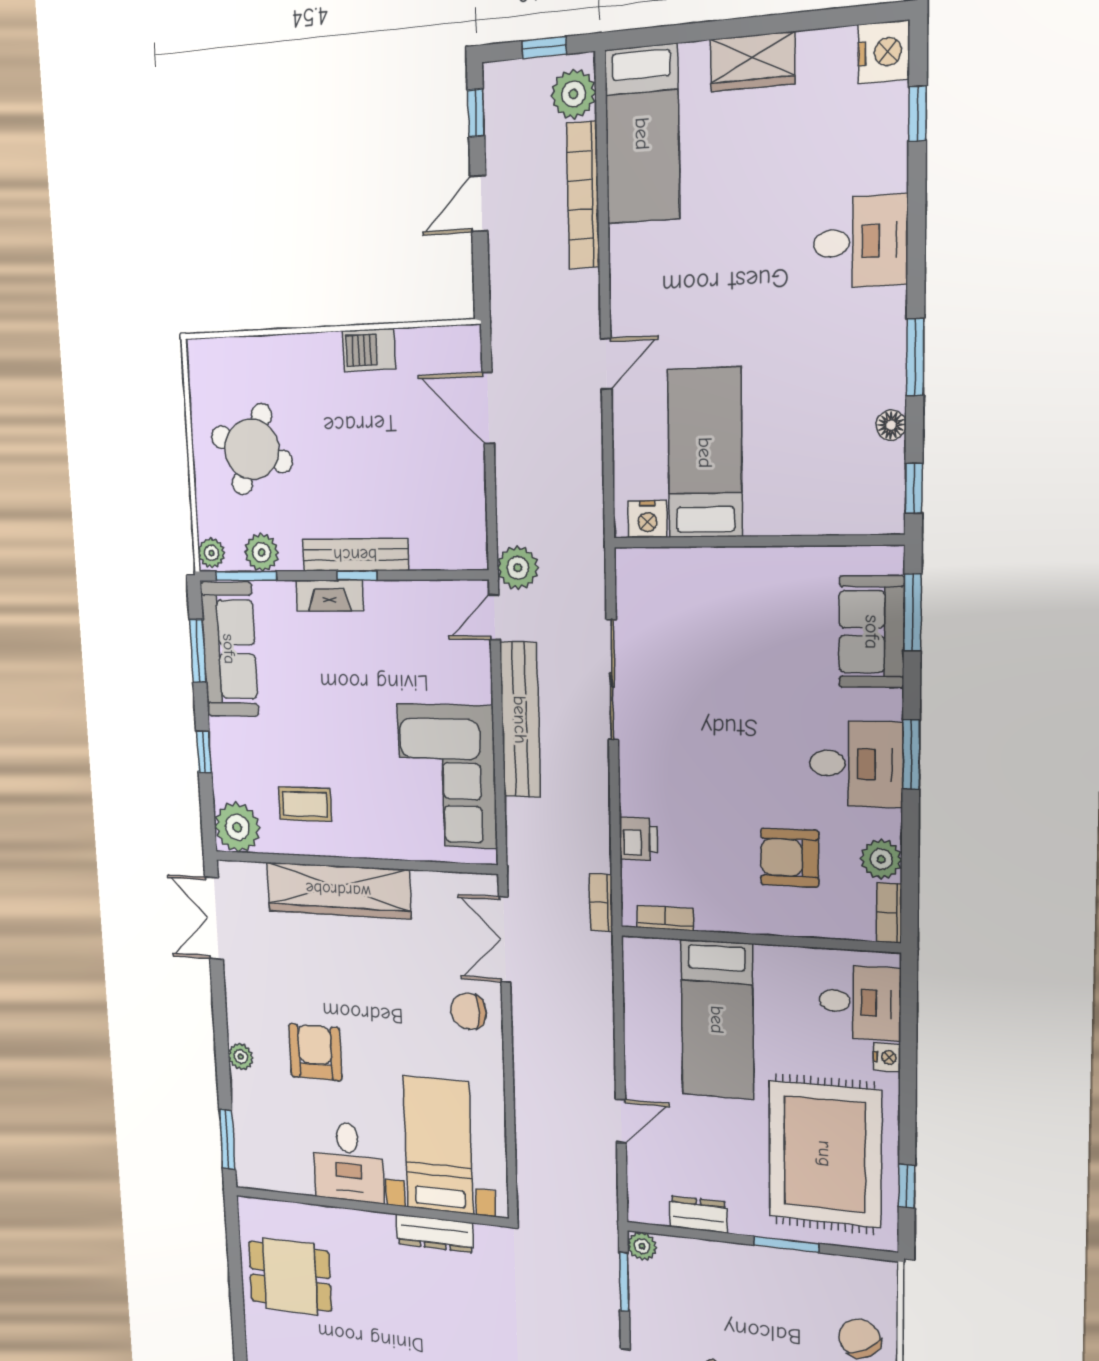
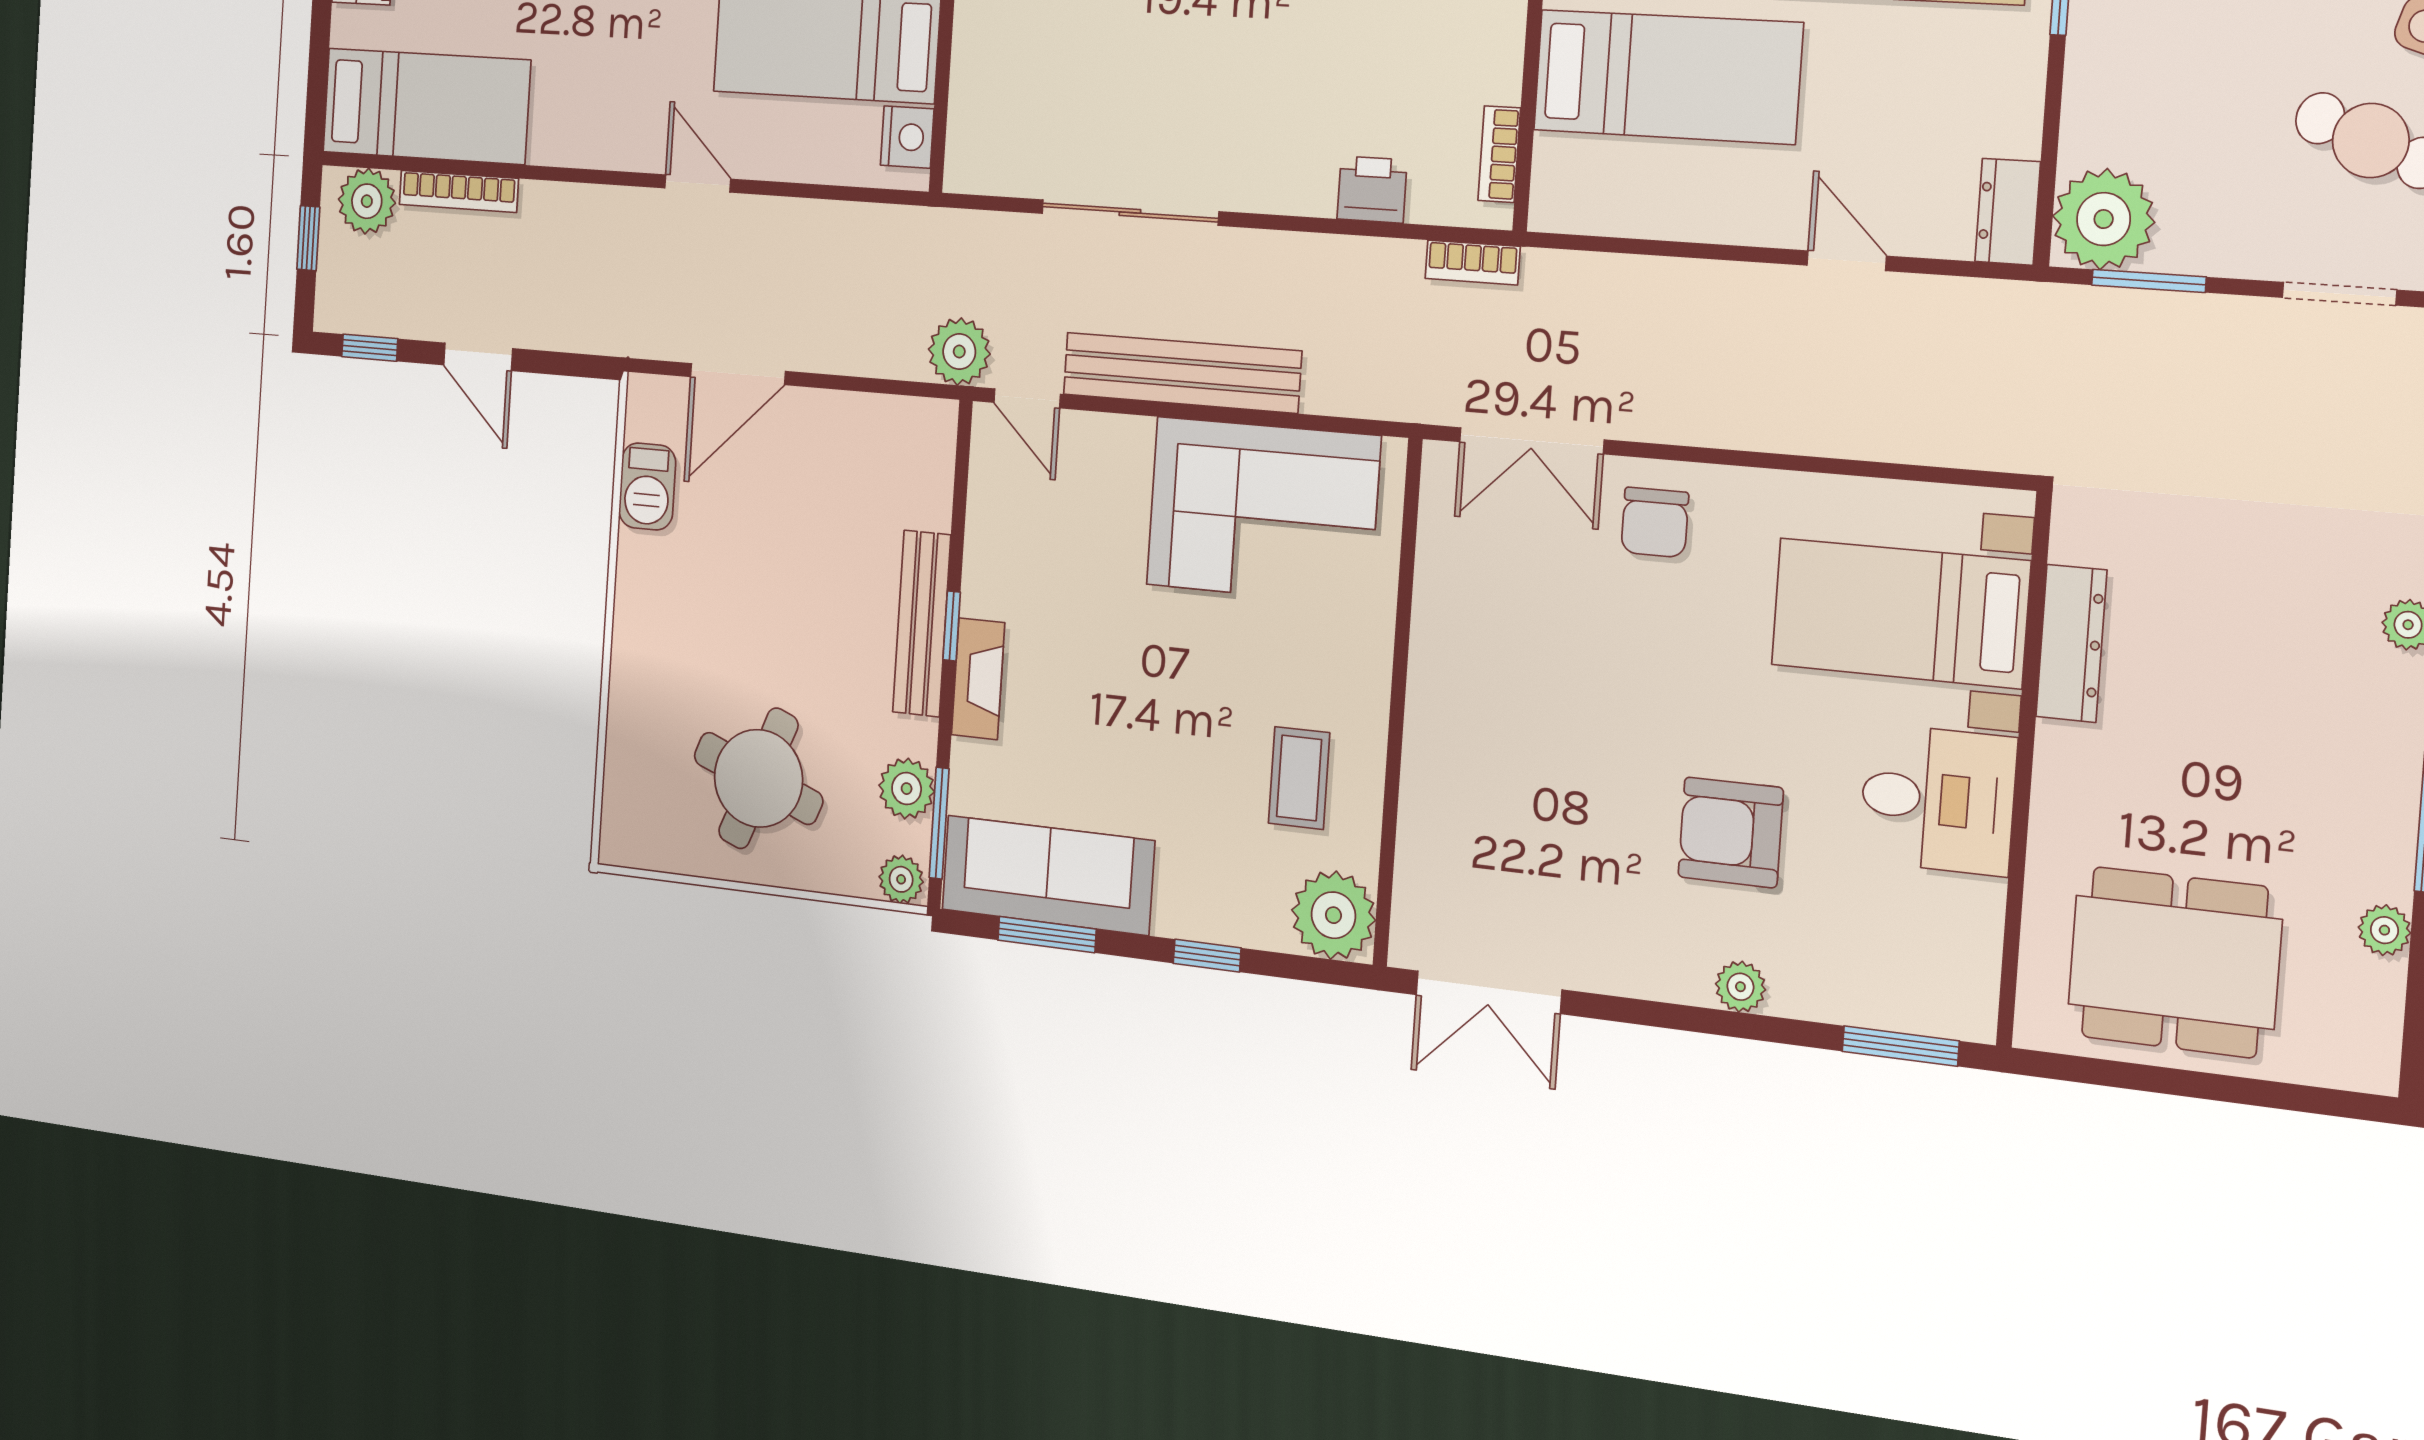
bookcase: (583, 195) -> (459, 191), width x0.68, depth x0.76
barbecue: (369, 350) -> (647, 486), moved
wardrobe: (338, 890) -> (1444, 739), removed
dresser: (698, 1215) -> (2008, 212), moved
plant: (642, 1246) -> (2104, 219), width x1.88, depth x1.88
dining table: (290, 1276) -> (2175, 962), width x1.37

